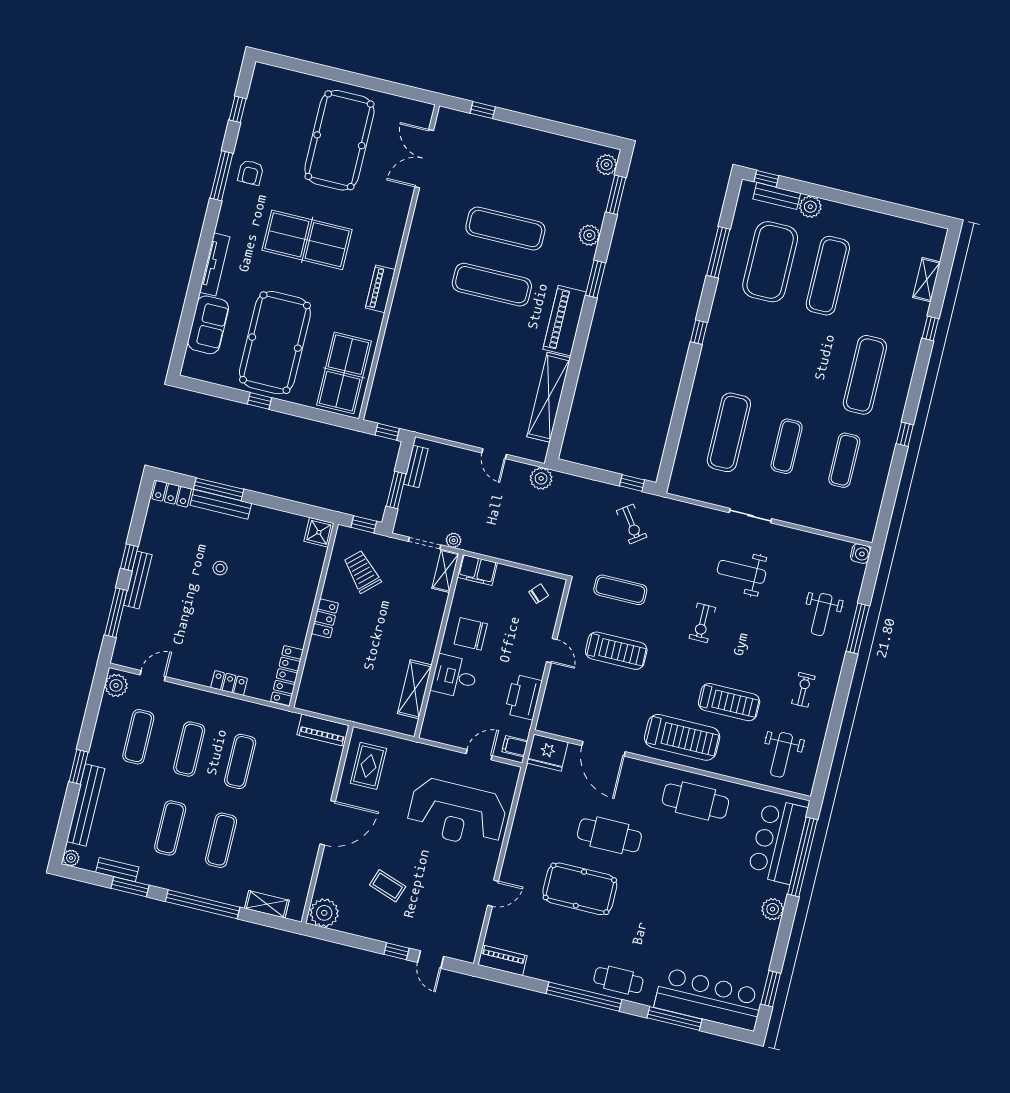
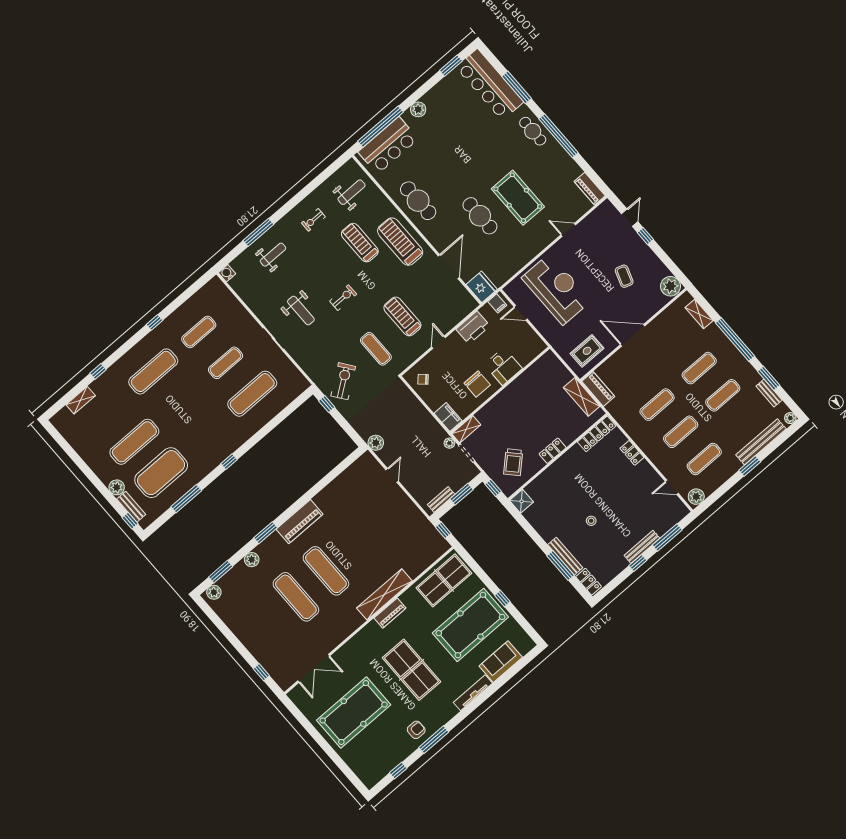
shelving: (549, 397) -> (384, 594), moved
exercise bike: (632, 524) -> (343, 381), width x1.38, depth x1.39
shelving: (415, 689) -> (582, 397), moved, turned 90

